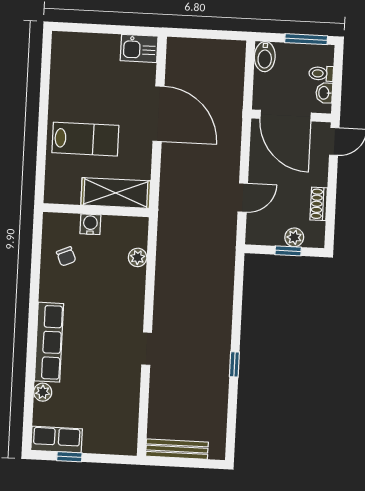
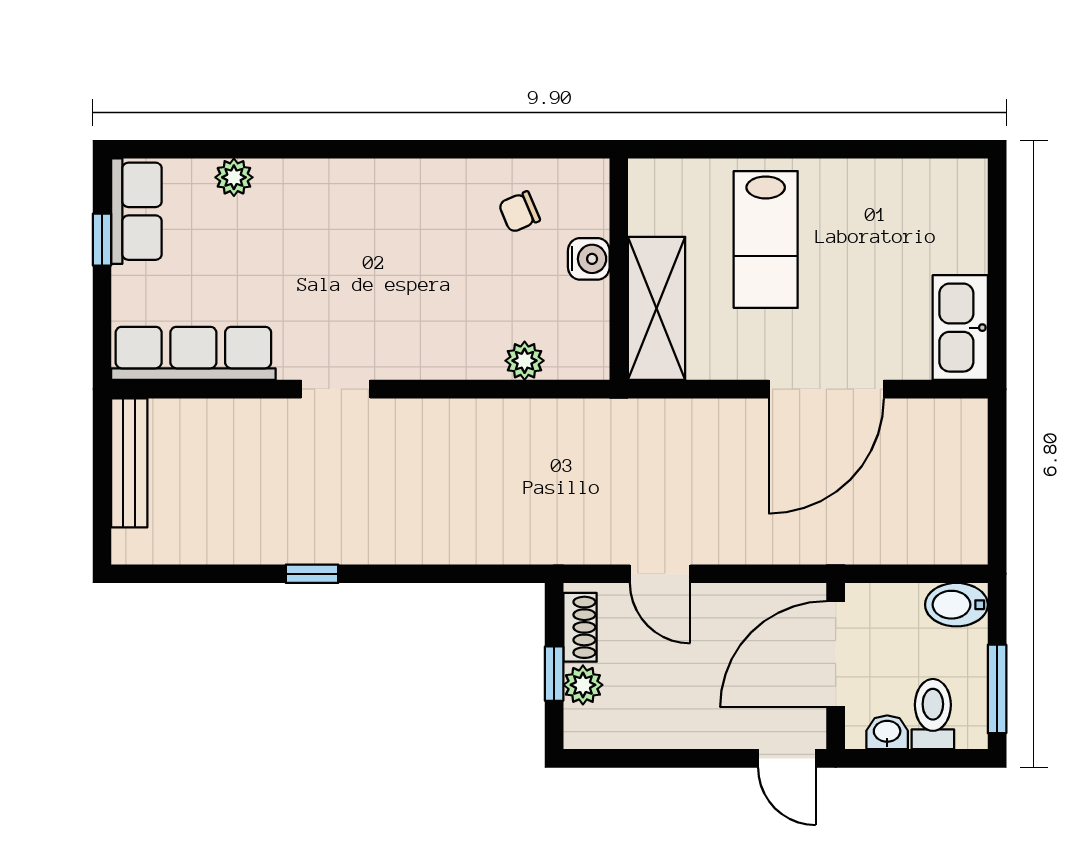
kitchen sink: (139, 48) -> (960, 328), width x1.38
toilet: (321, 74) -> (933, 714), width x1.37, depth x1.39
shoe rack: (319, 204) -> (580, 627), moved, turned 90
row of seats: (49, 342) -> (193, 353), moved, turned 180

